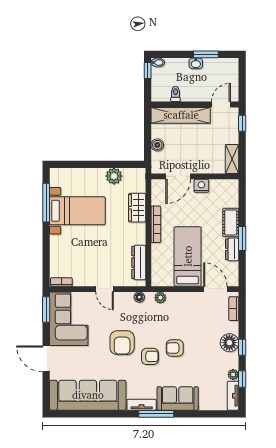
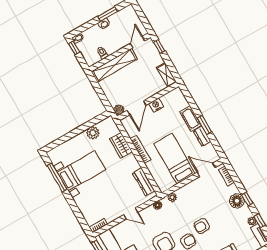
boiler: (157, 145) -> (119, 110), moved

